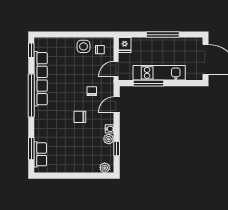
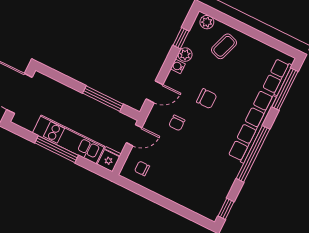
side table: (84, 46) -> (160, 182), removed
kitchen unit: (159, 73) -> (69, 140), moved, turned 180
row of seats: (41, 79) -> (252, 126), moved
window: (31, 149) -> (285, 89), width x1.44
coffee table: (85, 157) -> (224, 46), added

